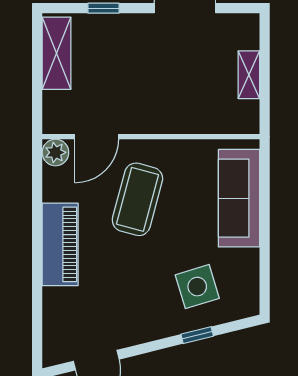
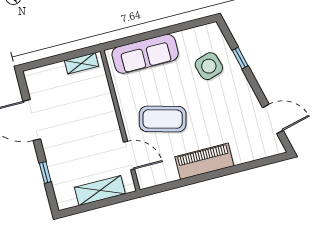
shelving: (57, 53) -> (100, 191), moved
shelving: (249, 75) -> (82, 63), moved
plant: (55, 152) -> (146, 179), removed

